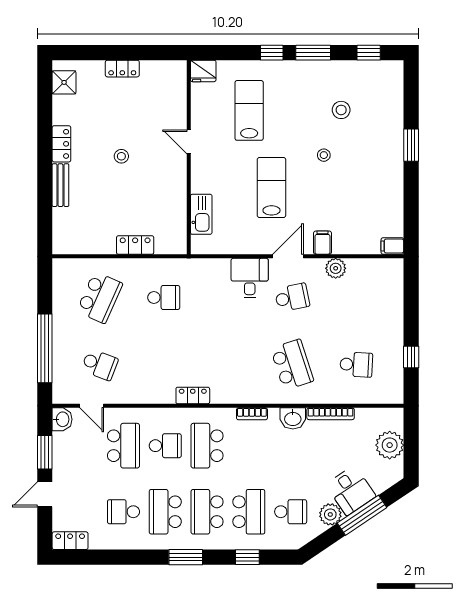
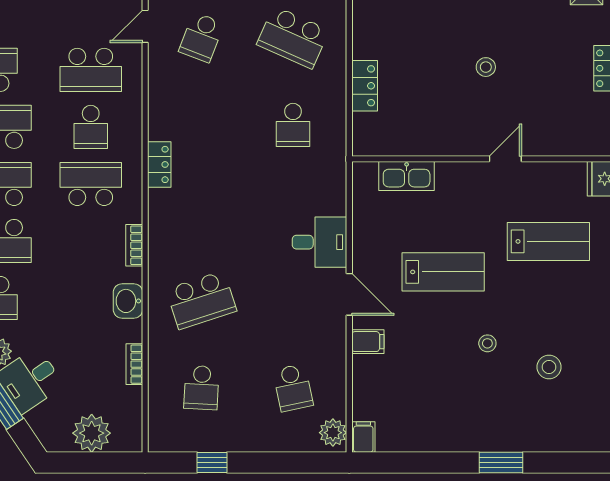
plant: (336, 268) -> (333, 433), moved
school desk: (292, 297) -> (293, 388), moved
bookcase: (331, 414) -> (134, 364), width x0.64

